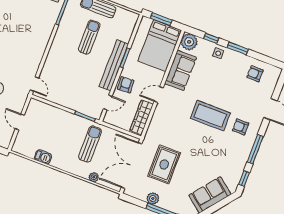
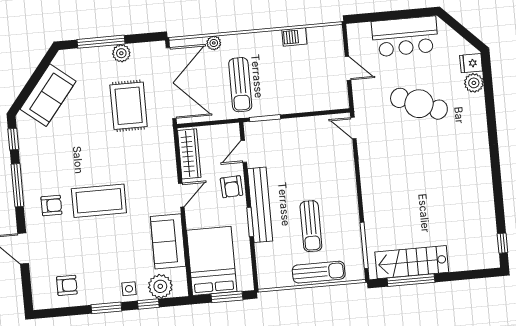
plant: (189, 42) -> (160, 286), moved

